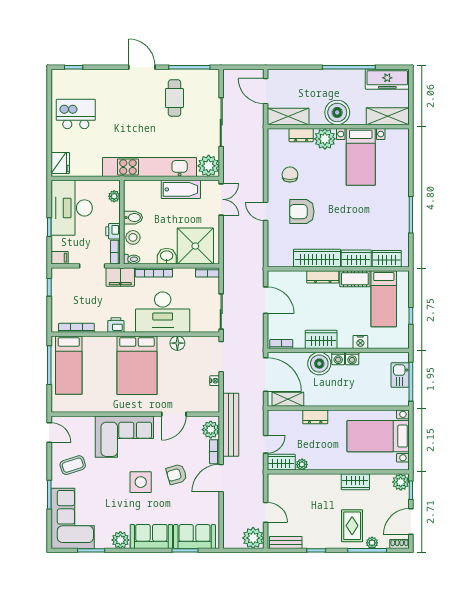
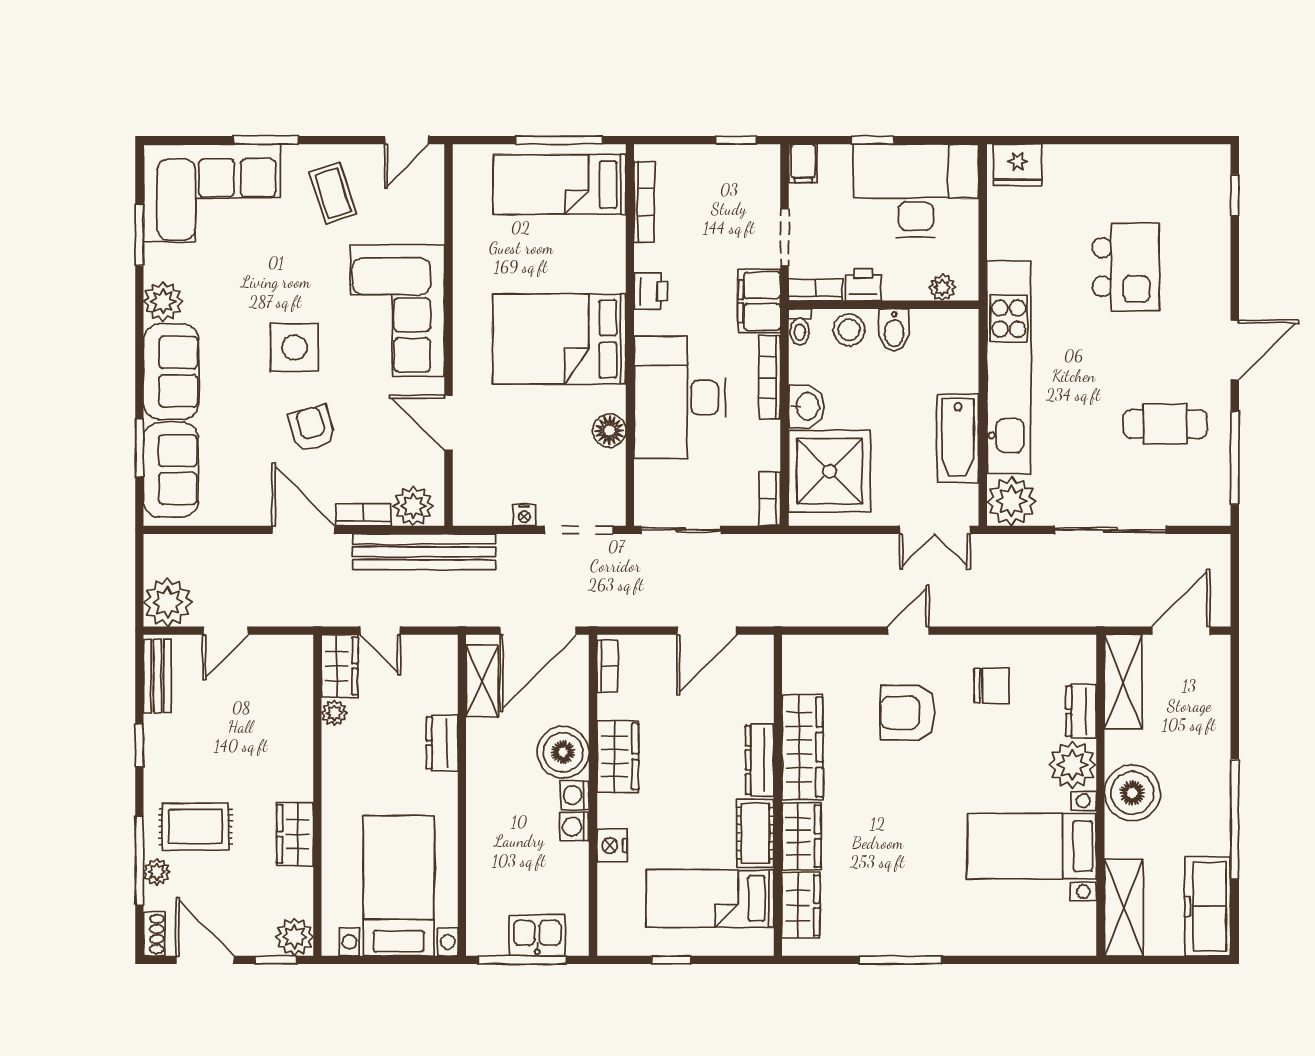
kitchen island: (76, 114) -> (1126, 267), moved
armchair: (302, 212) -> (908, 713), turned -90

